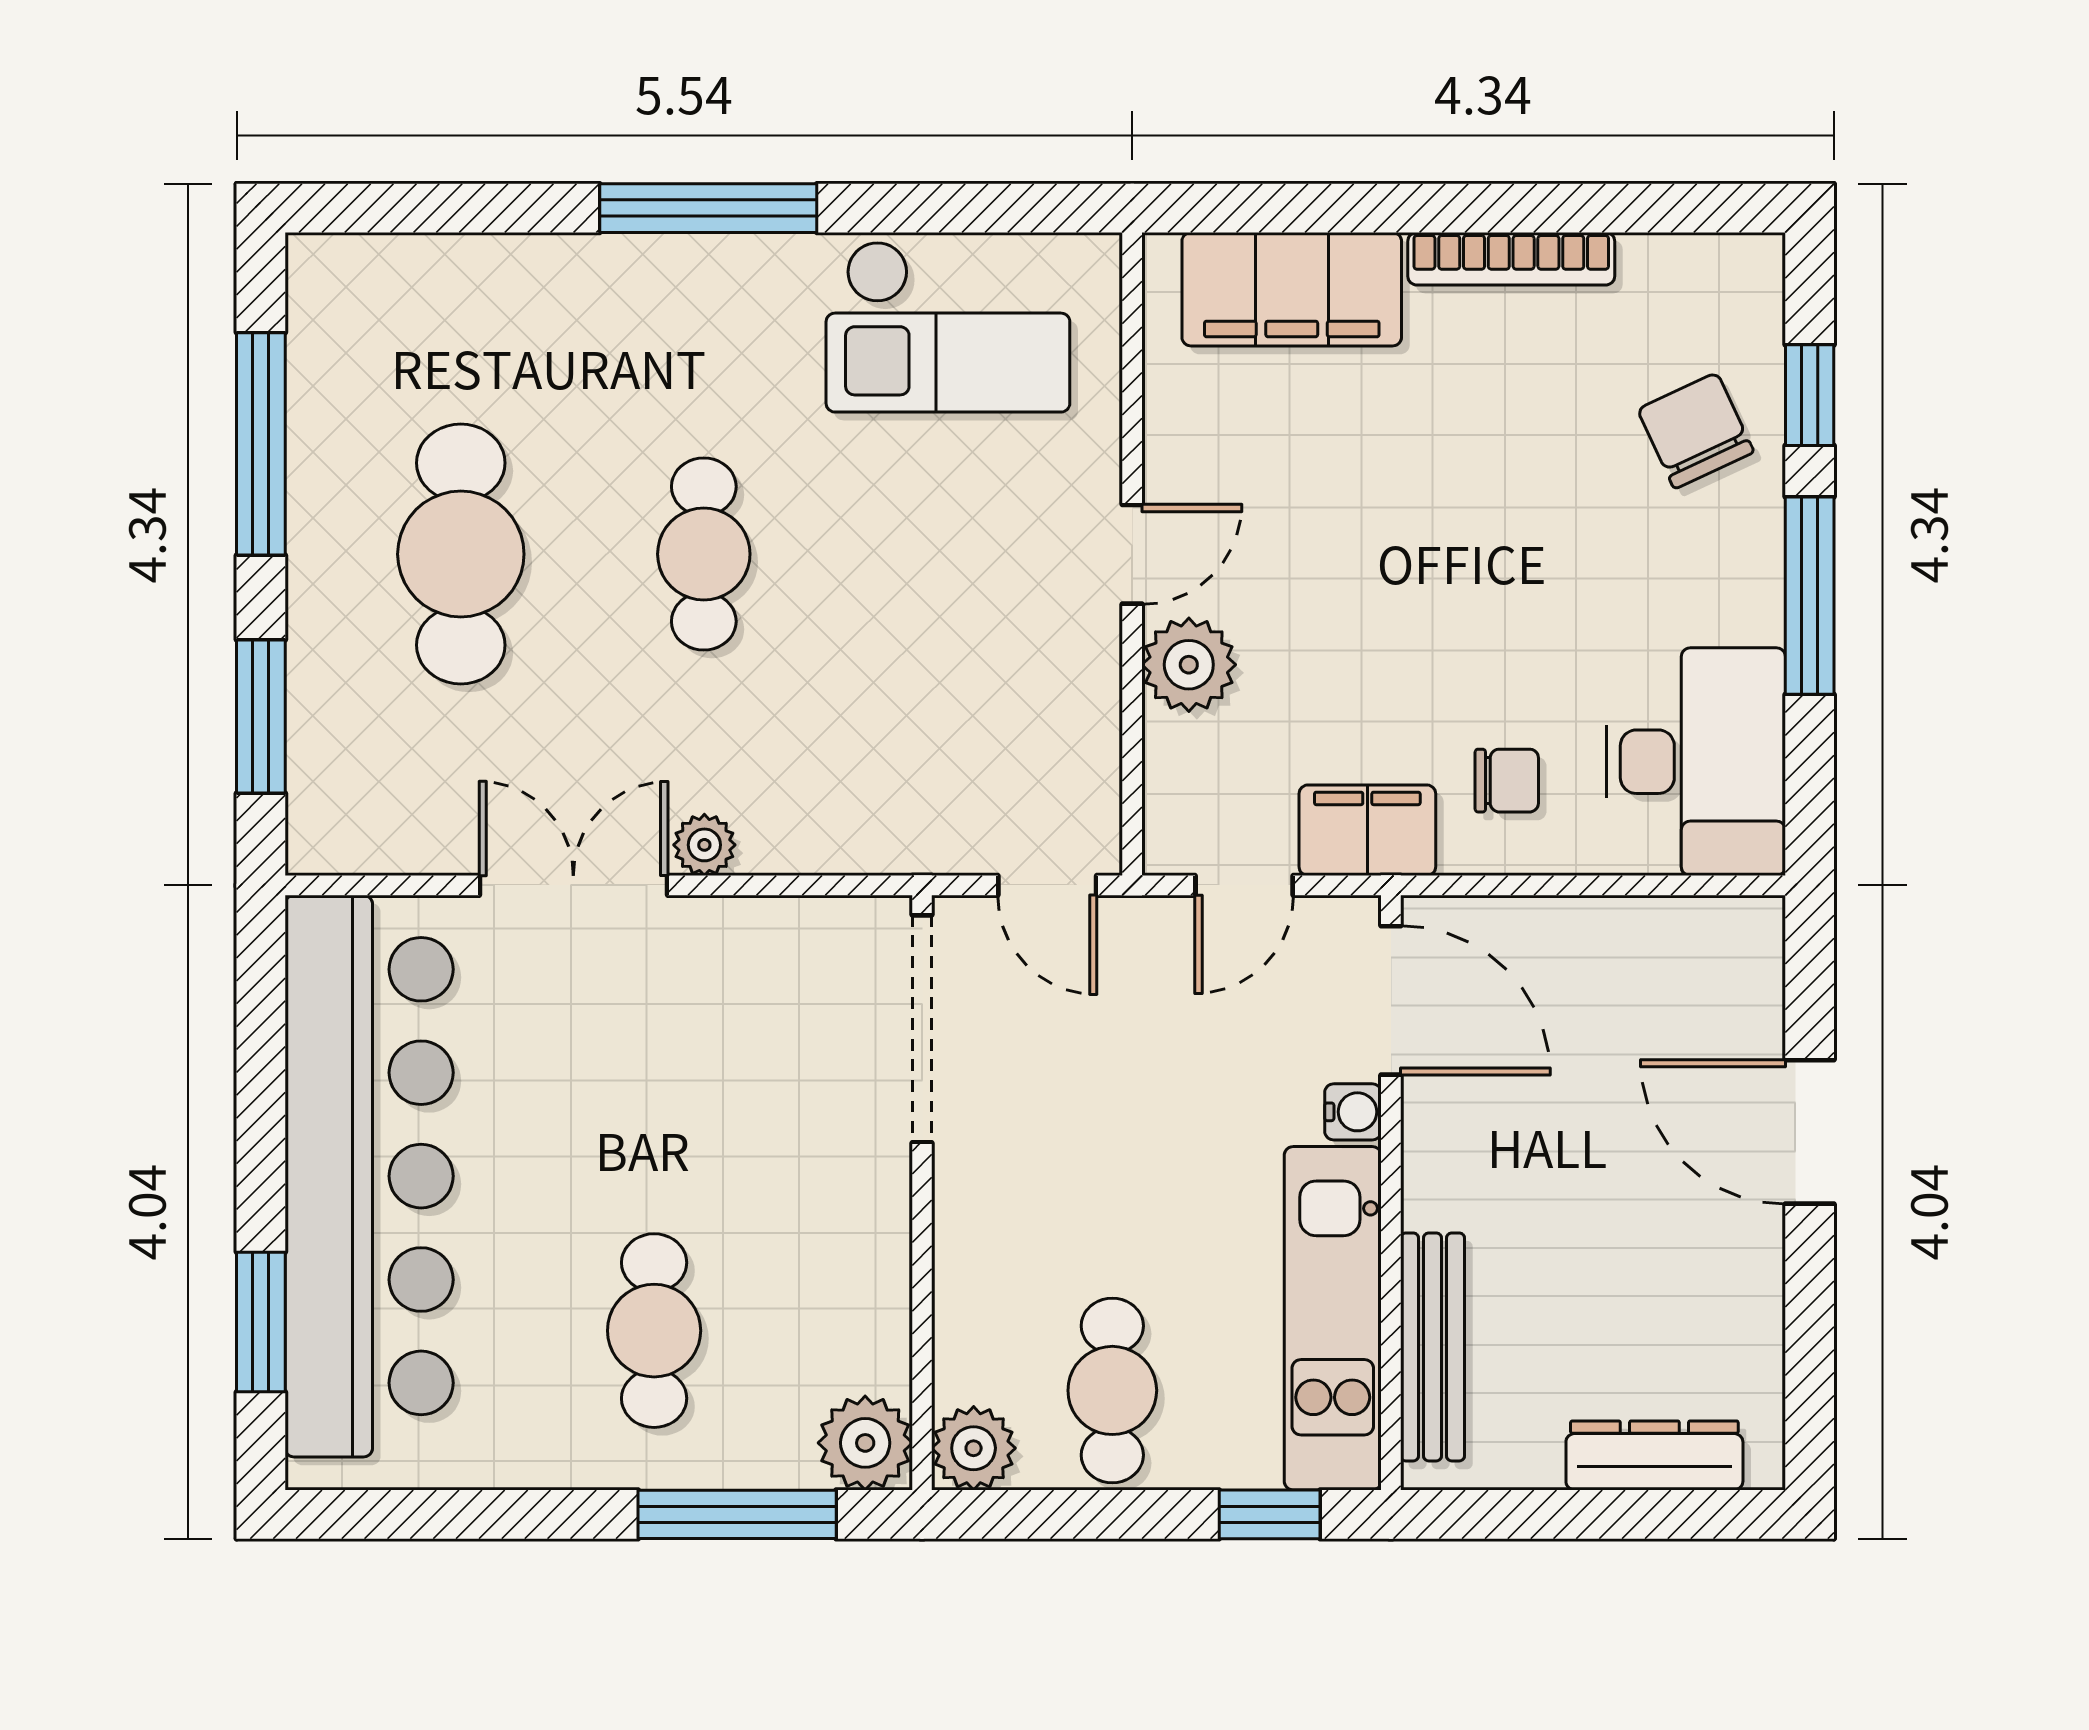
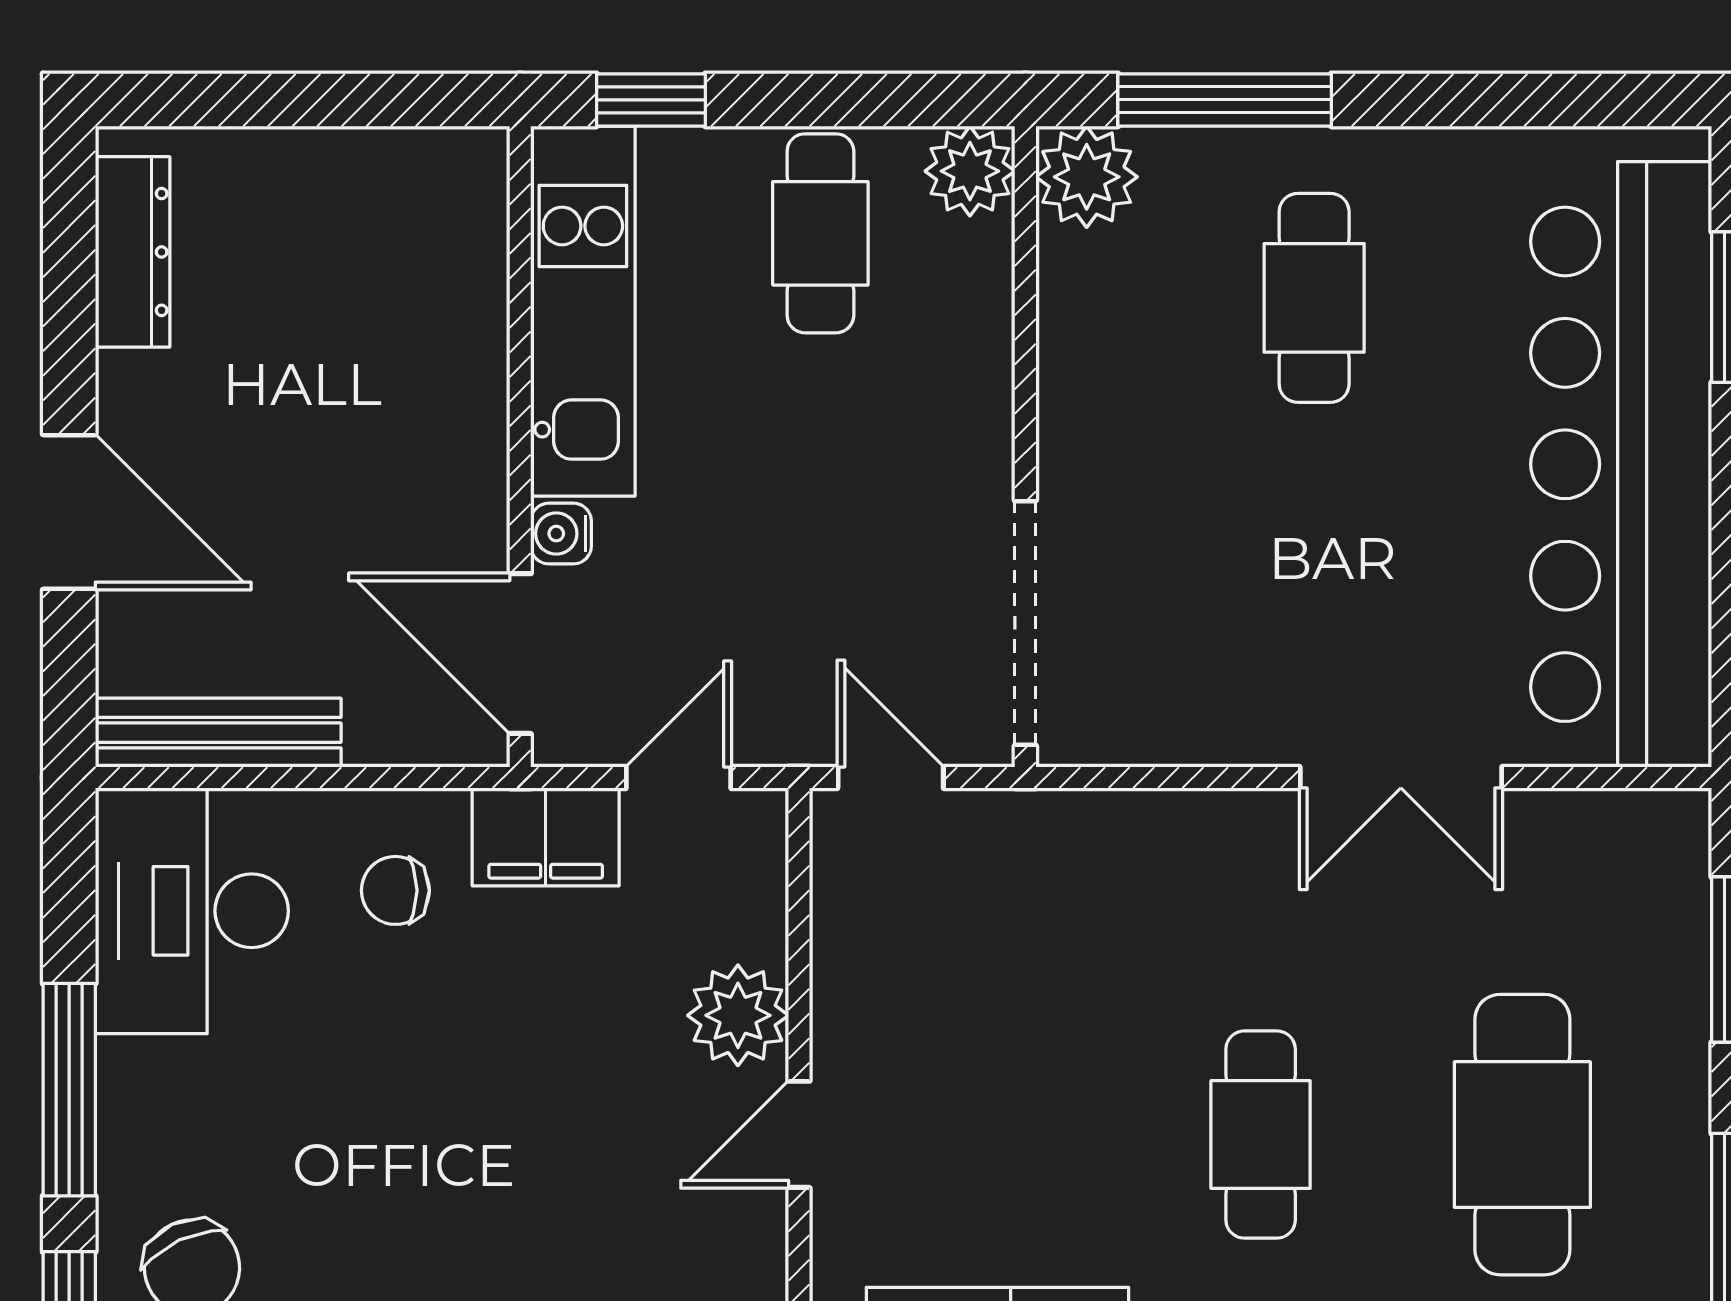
plant: (704, 845) -> (1260, 821), removed
bench: (1432, 1347) -> (218, 733), moved, turned 90
dresser: (1654, 1455) -> (133, 252), moved, turned -90

